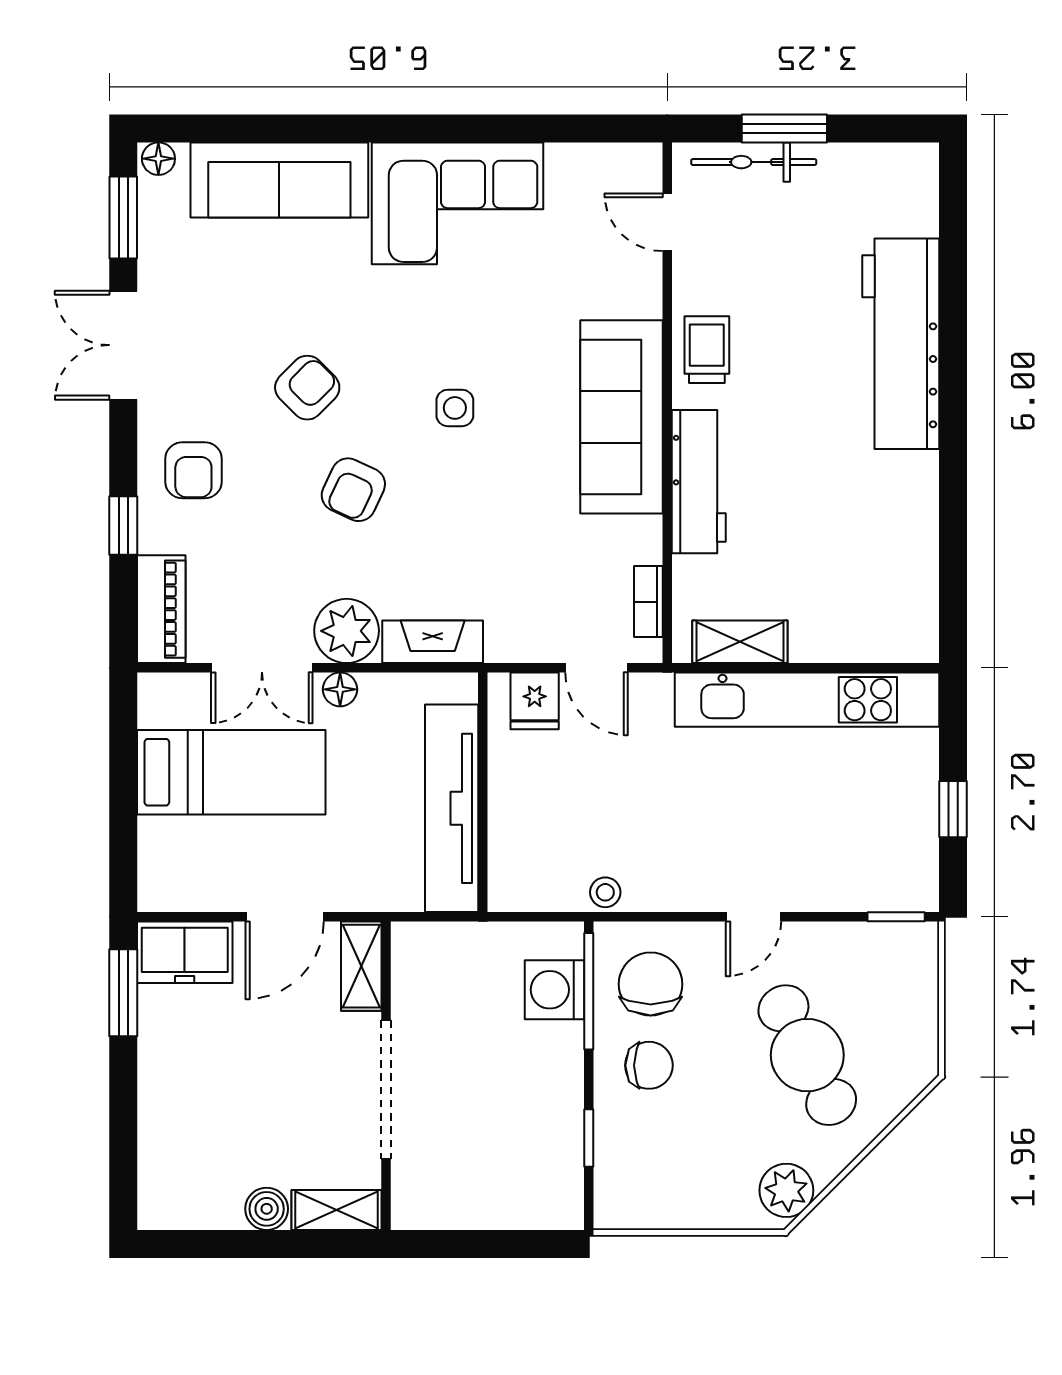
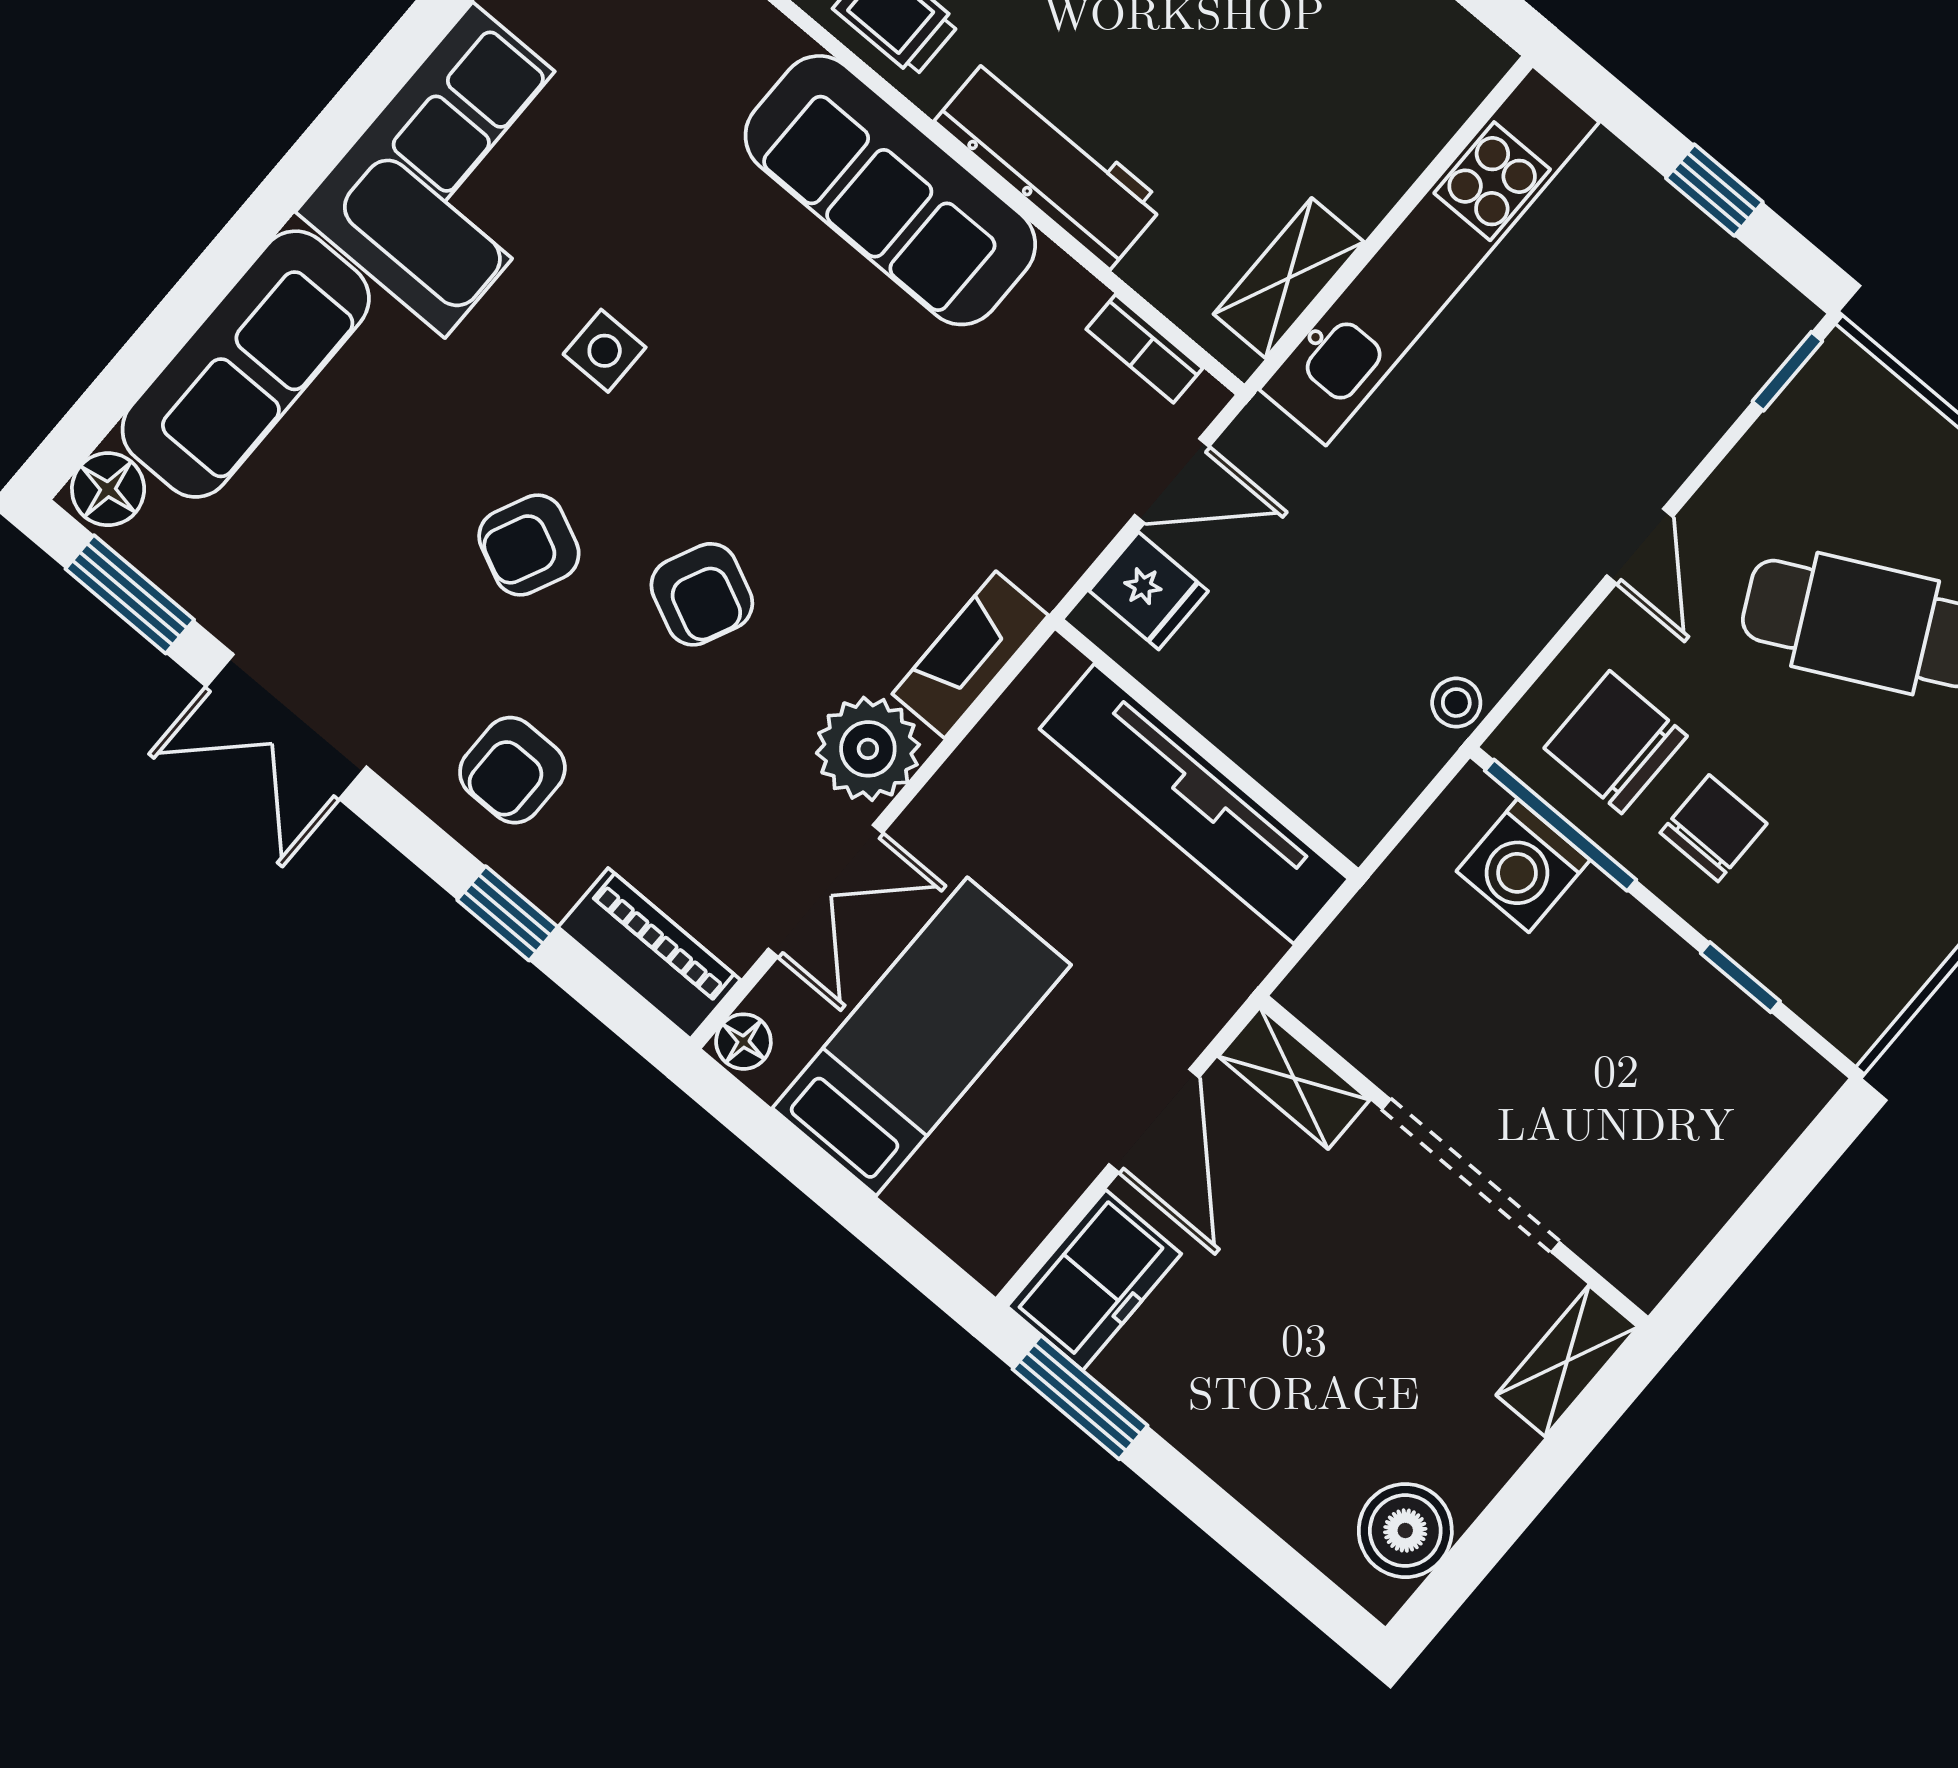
floor lamp: (158, 159) -> (108, 489), width x1.37, depth x1.37
armchair: (307, 388) -> (529, 545), turned -110
side table: (455, 408) -> (605, 351), moved
armchair: (193, 470) -> (512, 770), turned 90
floor lamp: (340, 689) -> (743, 1042), moved
boiler: (267, 1209) -> (1405, 1531), moved, width x1.36, depth x1.36

